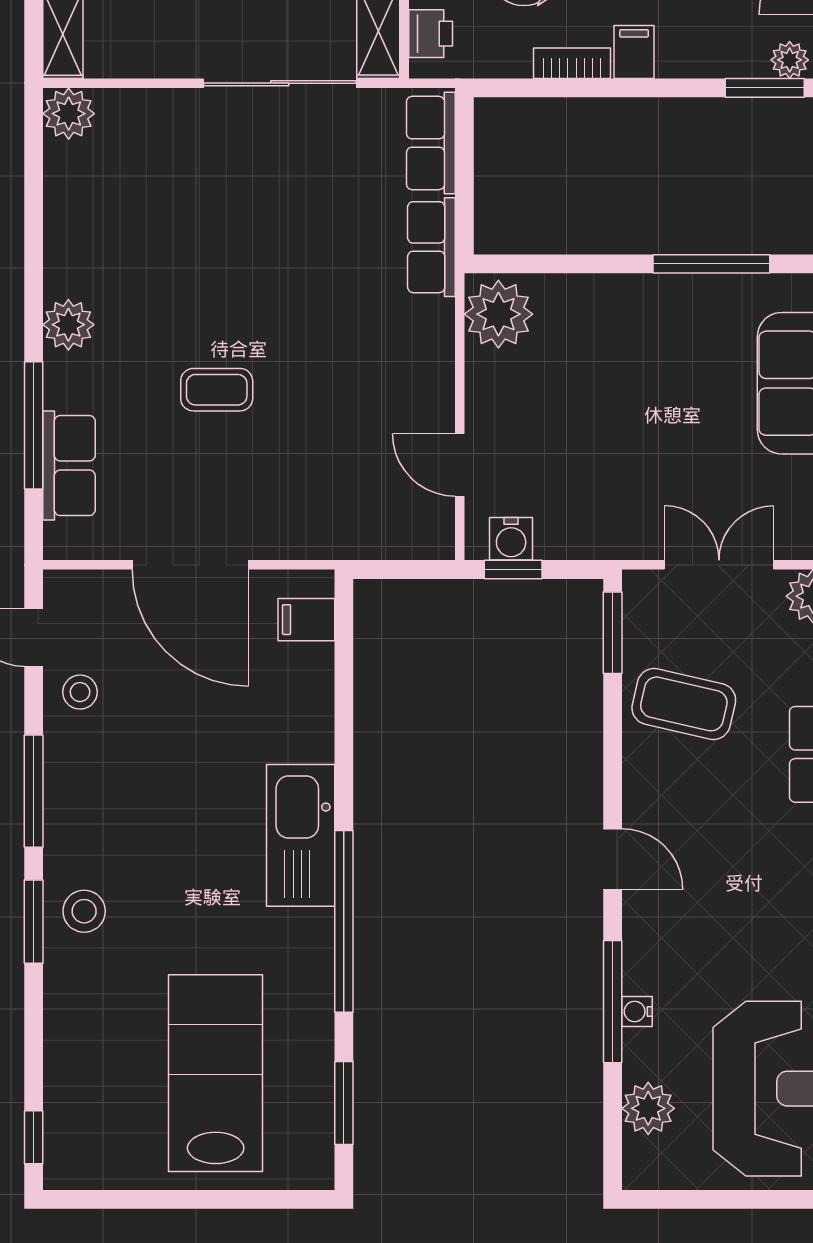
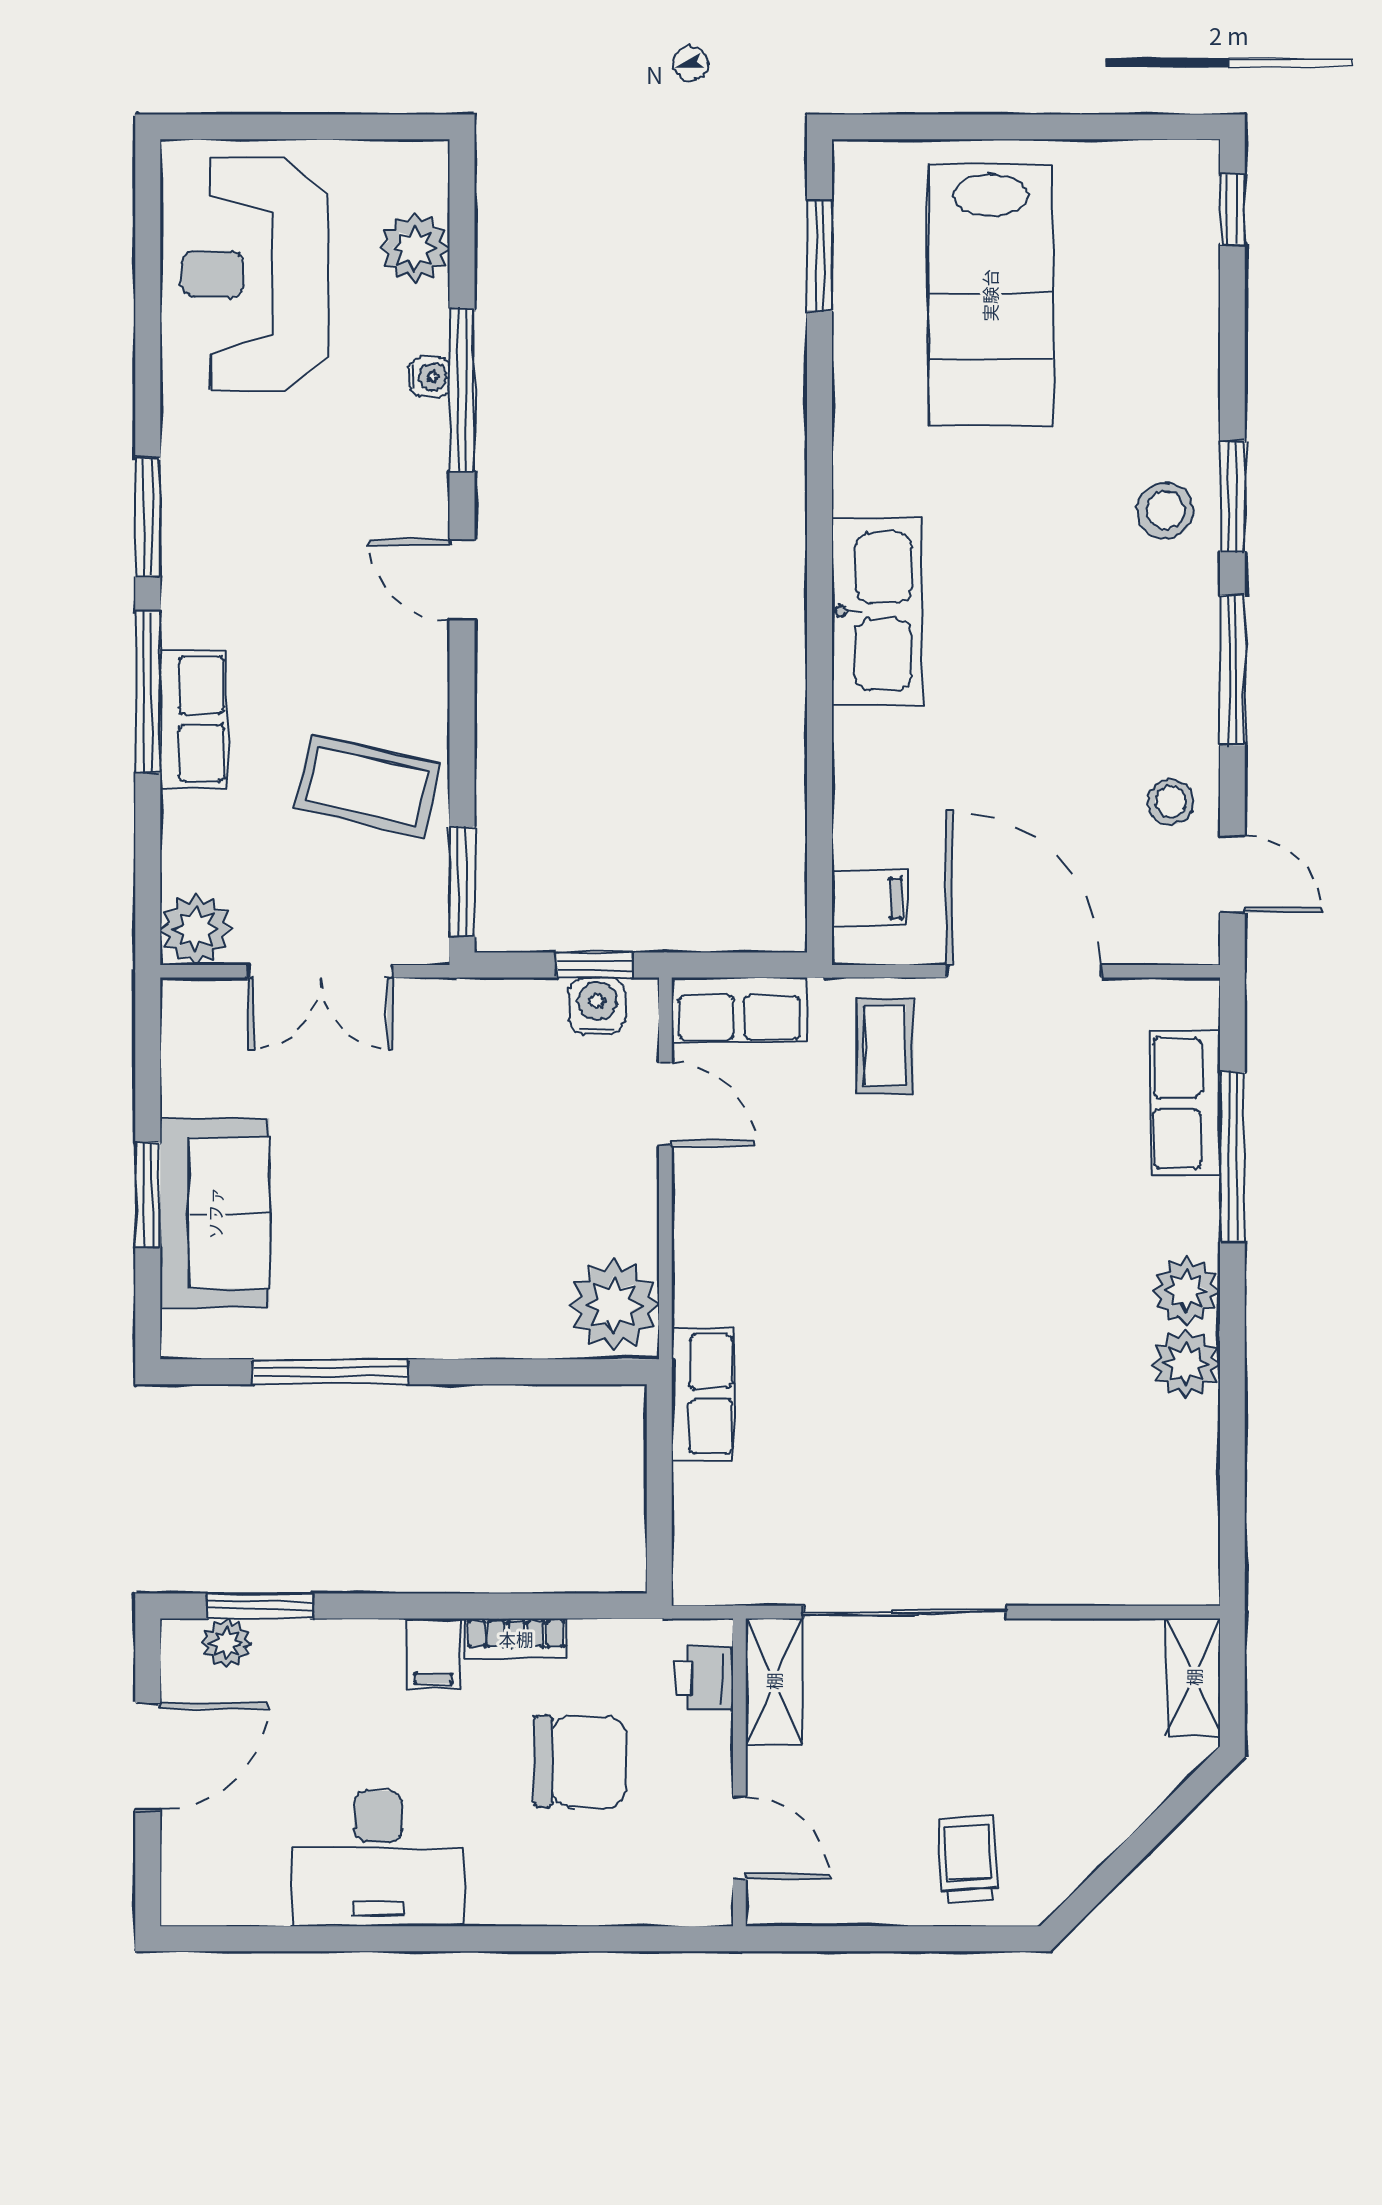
plant: (69, 114) -> (1186, 1364), moved
row of seats: (431, 143) -> (739, 1010), moved, turned 90
coffee table: (217, 390) -> (885, 1046), moved, turned 90
window: (344, 921) -> (819, 497), removed

